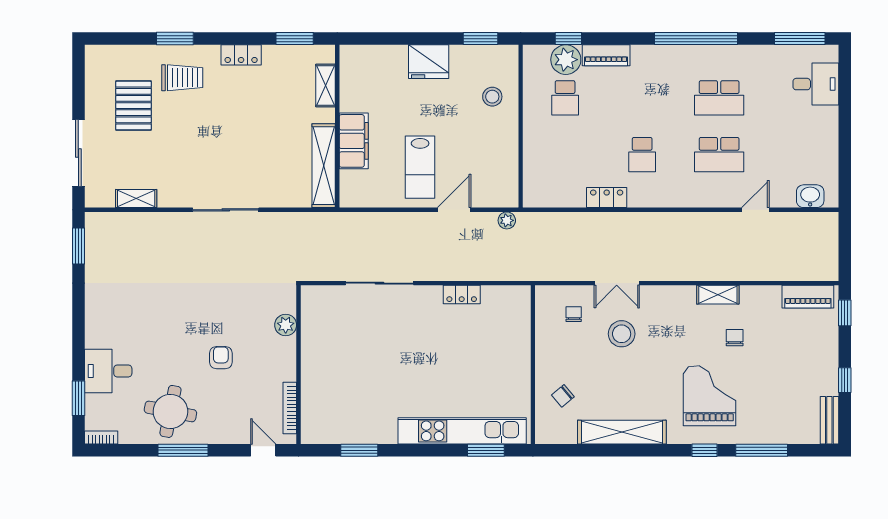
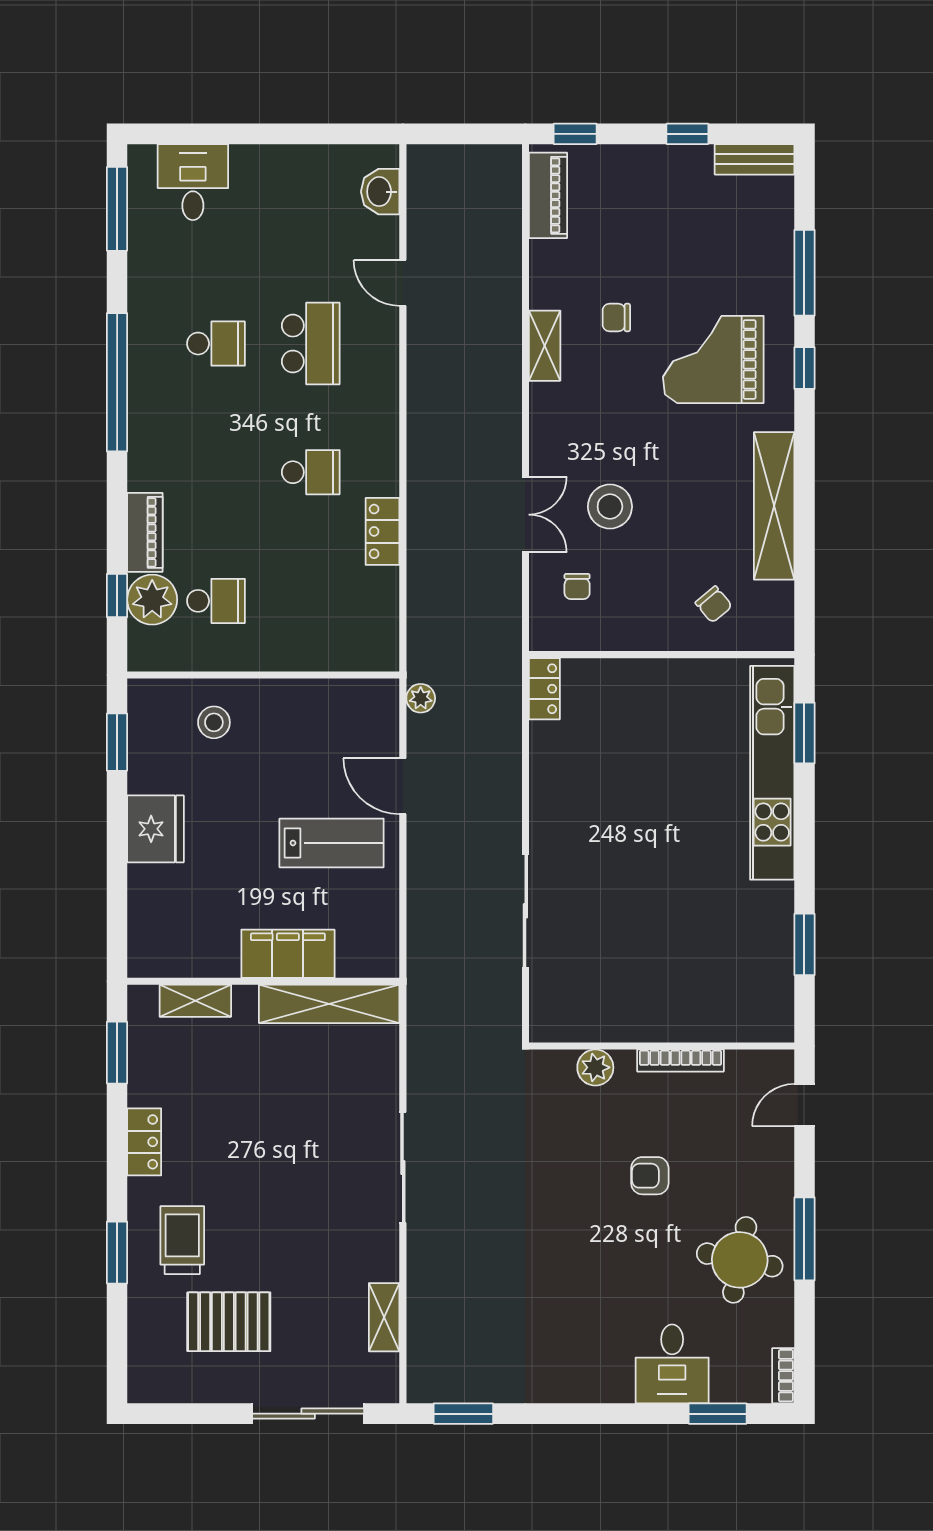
school desk: (719, 98) -> (216, 344), width x0.54
locker: (462, 294) -> (544, 689), moved
chair: (574, 314) -> (577, 586), turned -90
bookcase: (290, 408) -> (681, 1060), moved

